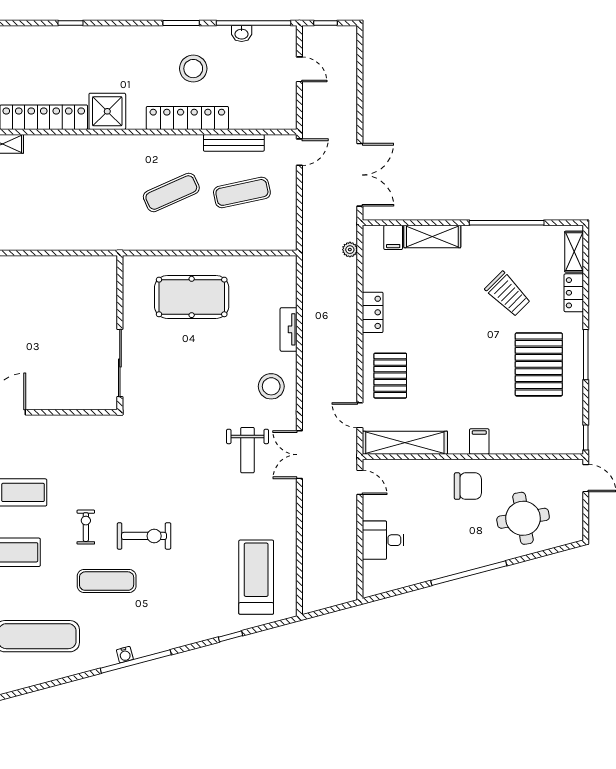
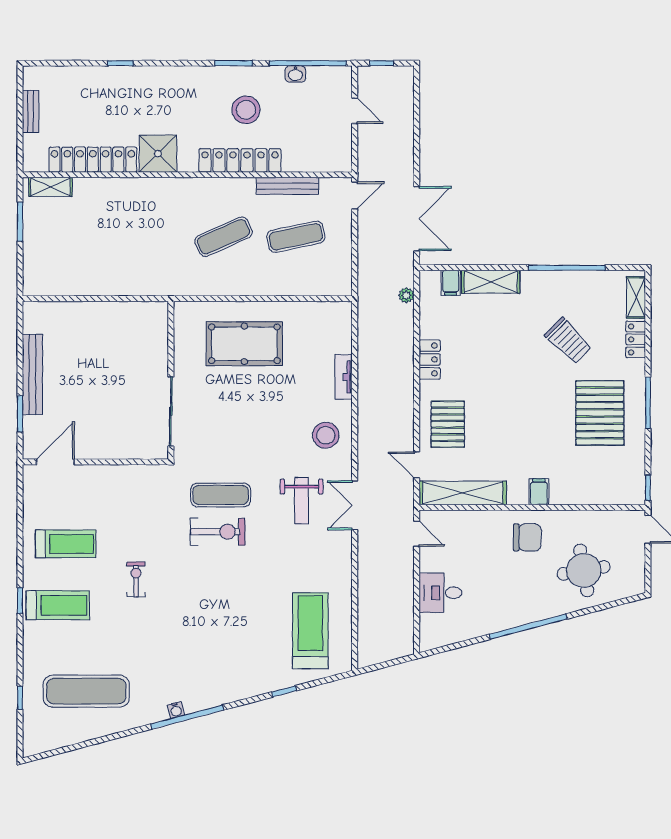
exercise bike: (144, 536) -> (218, 532), moved
exercise mat: (107, 581) -> (221, 495), moved

